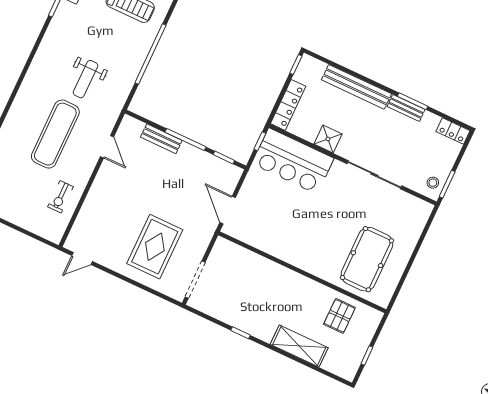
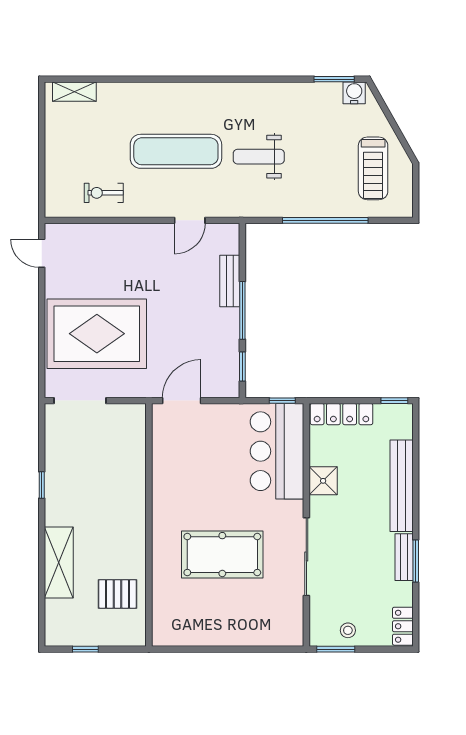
stool: (433, 183) -> (348, 630), moved
rug: (155, 247) -> (97, 334), width x1.37, depth x1.44
pool table: (367, 259) -> (222, 555), moved

